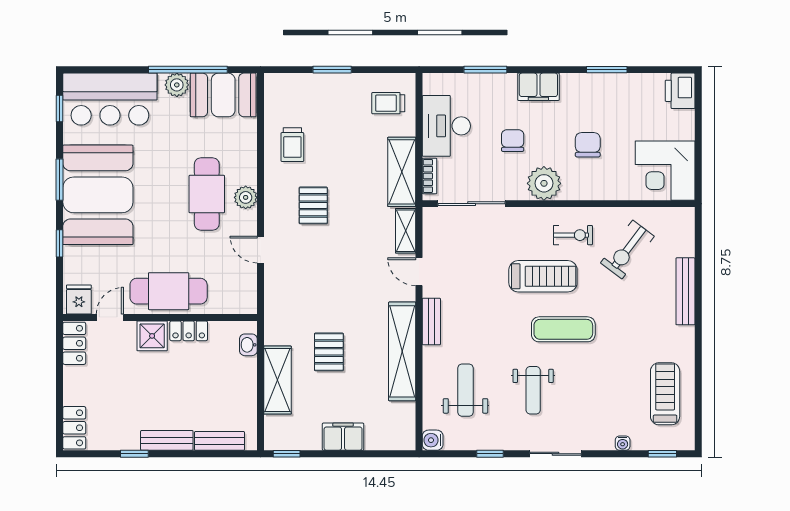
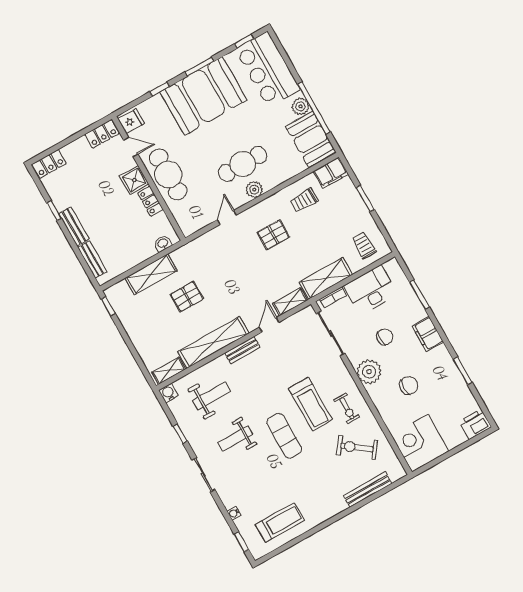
bench: (685, 291) -> (368, 490), moved
shelving: (406, 424) -> (169, 371), added
filing cabinet: (343, 437) -> (331, 173), moved, turned 90

